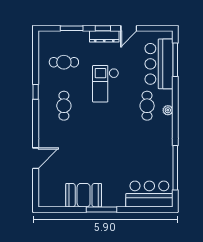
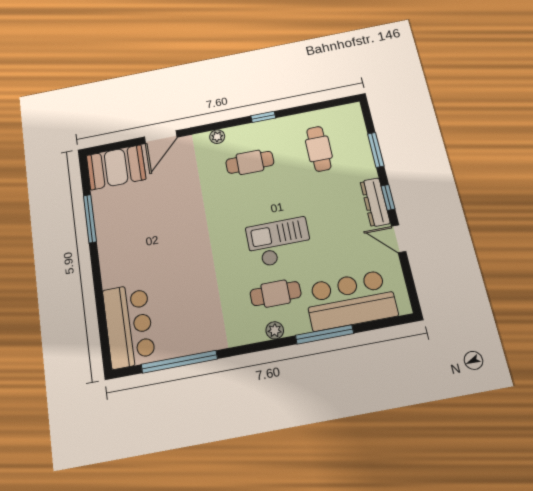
window: (175, 60) -> (324, 334), moved
checkout: (106, 84) -> (279, 242), moved
plant: (43, 123) -> (217, 137), added
door: (36, 158) -> (161, 137), hinge flipped
booth: (84, 195) -> (116, 167), moved, turned 90
window: (102, 209) -> (90, 219), moved

